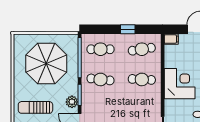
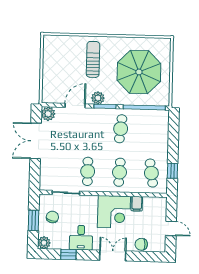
window: (128, 29) -> (172, 171), moved
filing cabinet: (171, 39) -> (137, 204), moved
cafe table: (101, 49) -> (88, 171), moved

